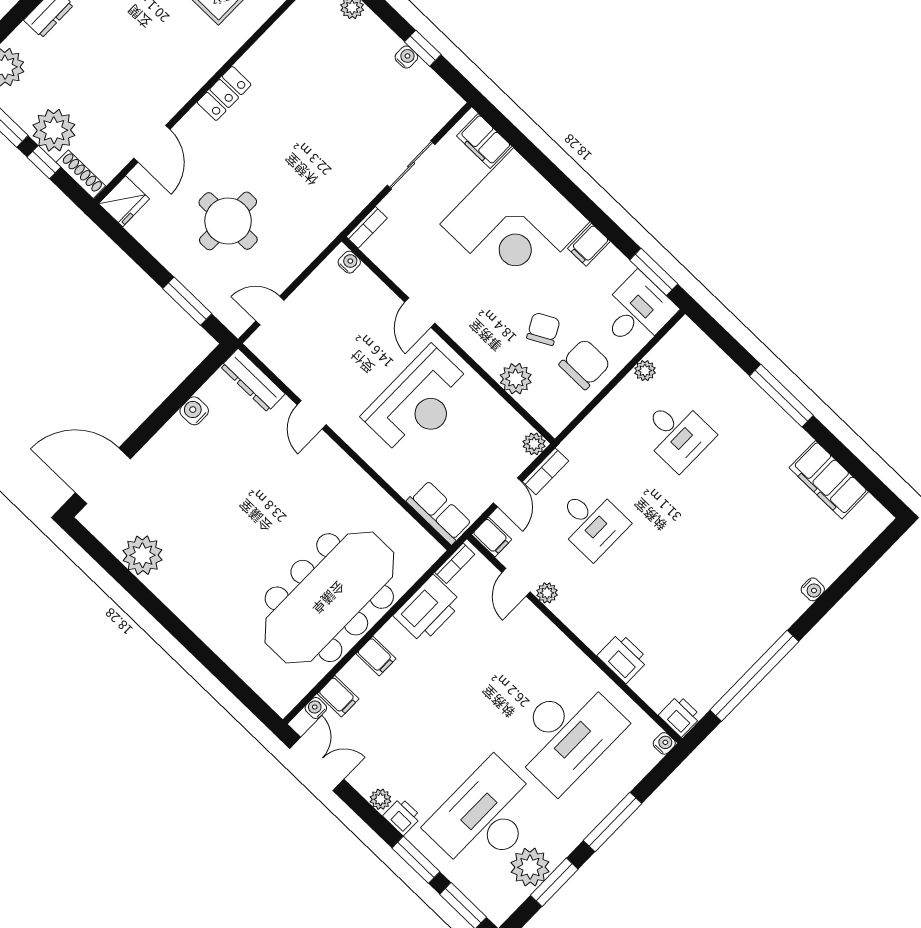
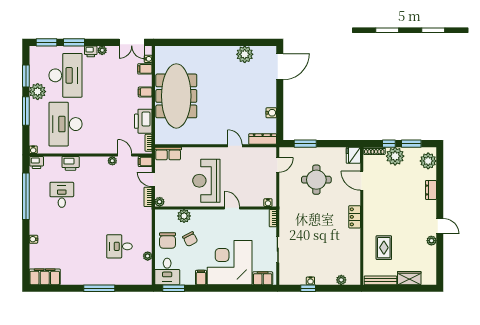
filing cabinet: (829, 480) -> (45, 277), moved
desk: (591, 522) -> (62, 195), moved, turned 90
plant: (530, 867) -> (38, 92), moved

